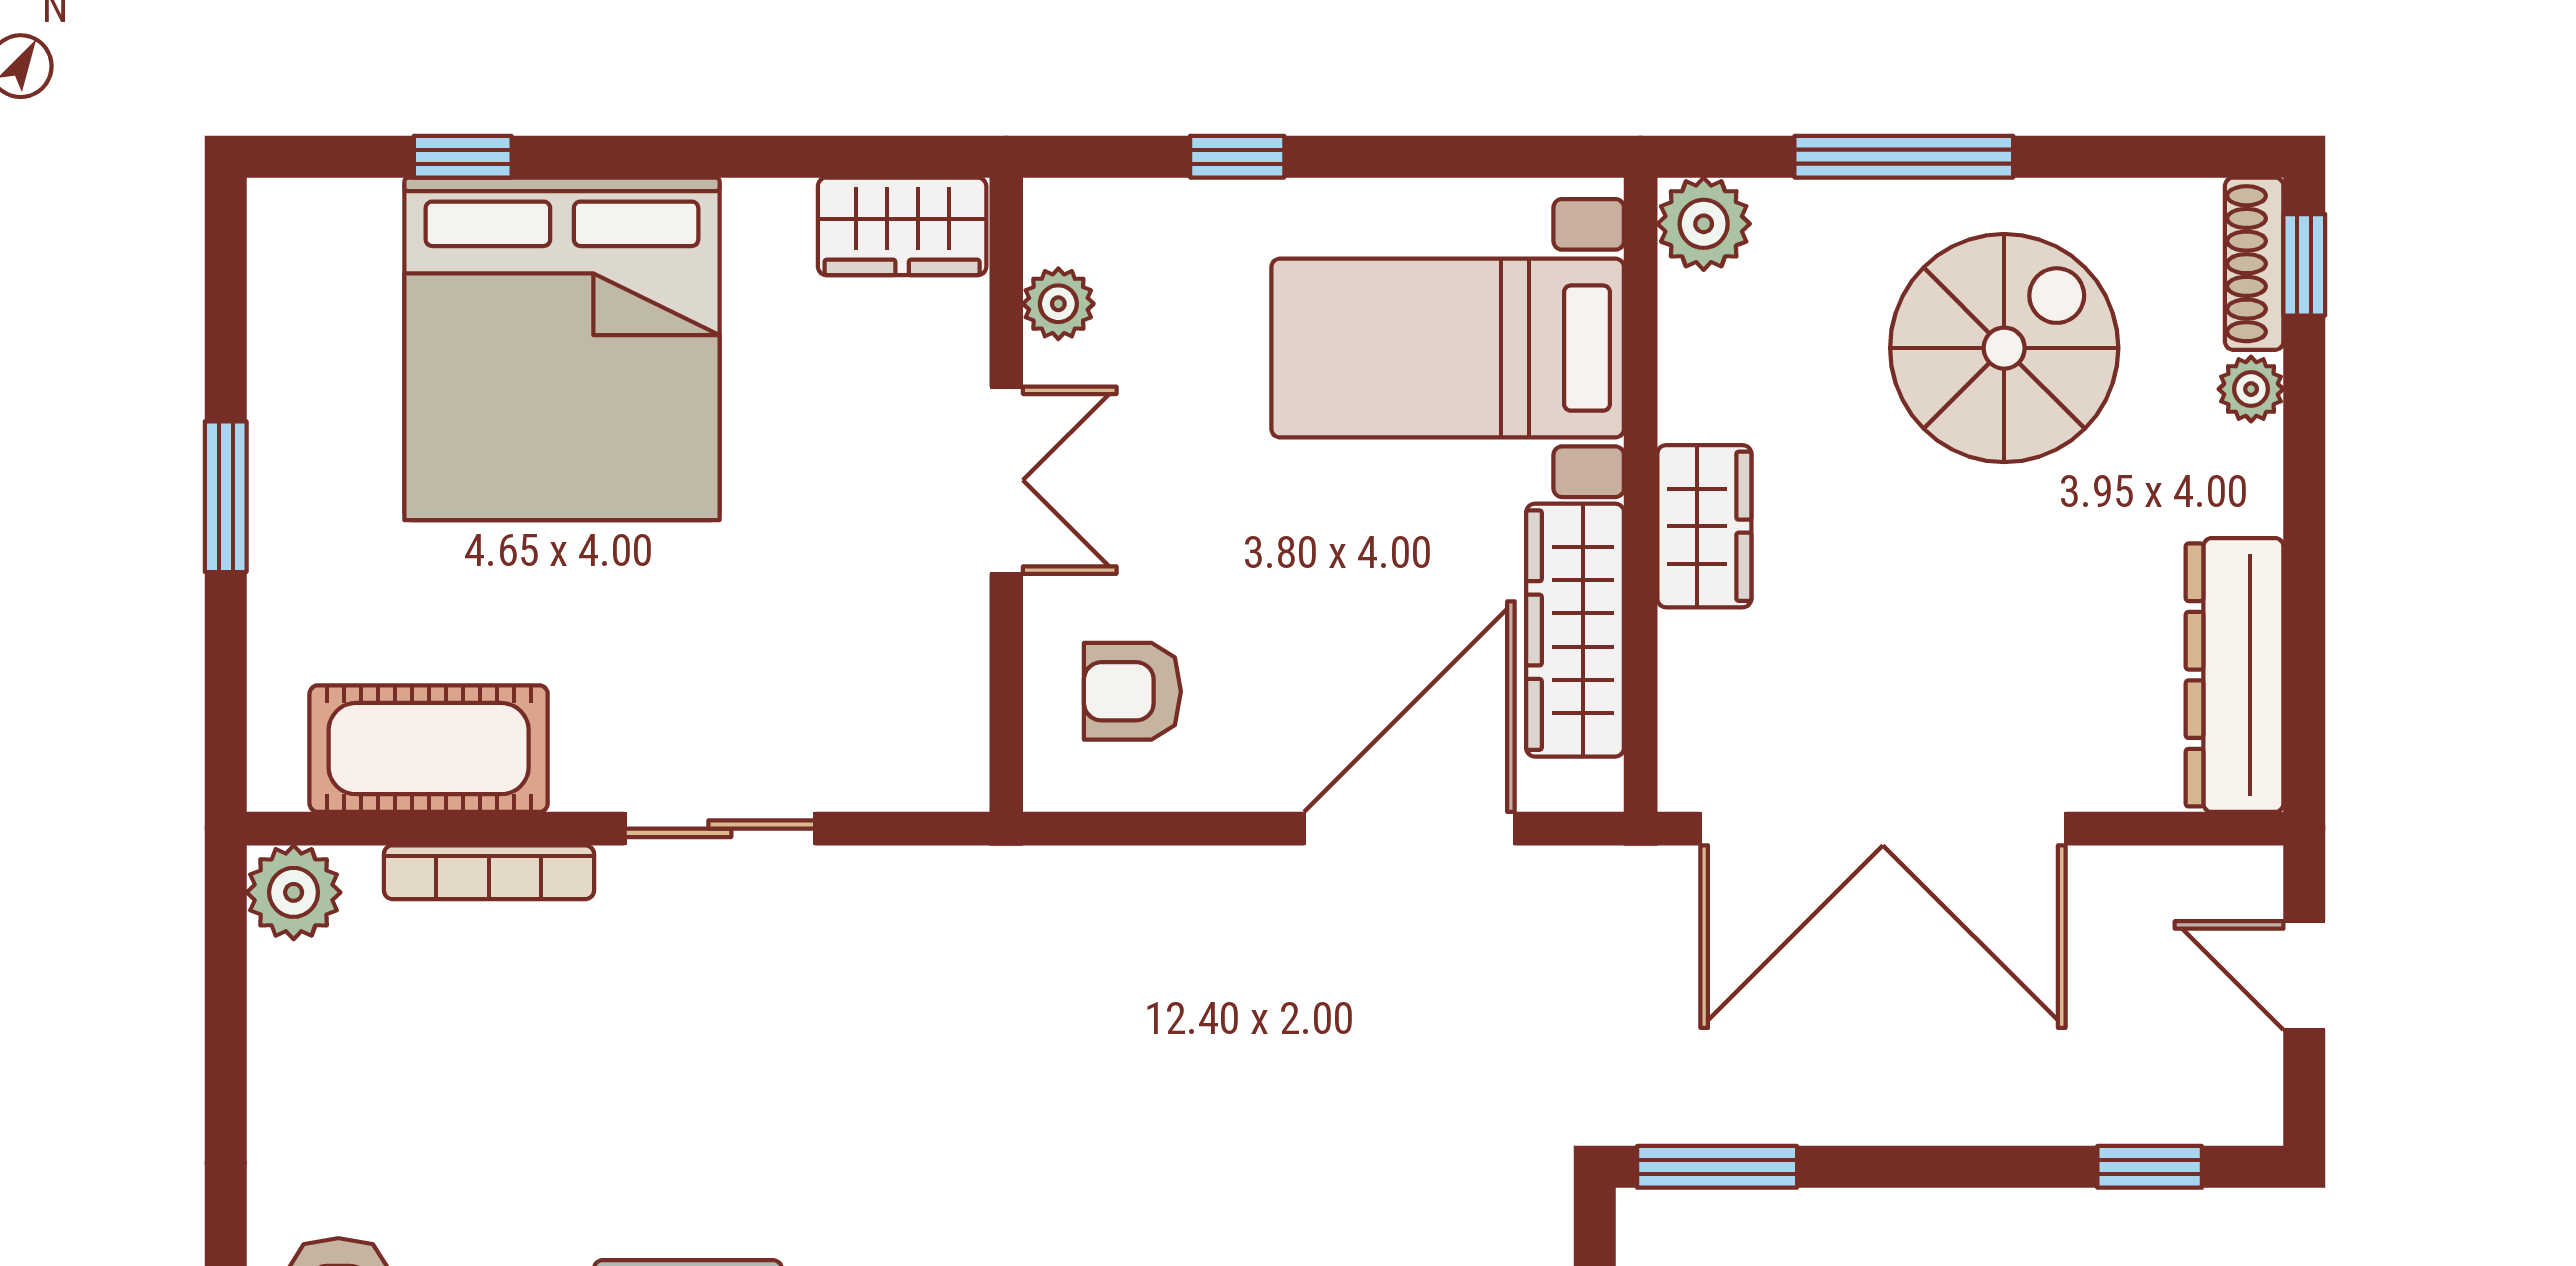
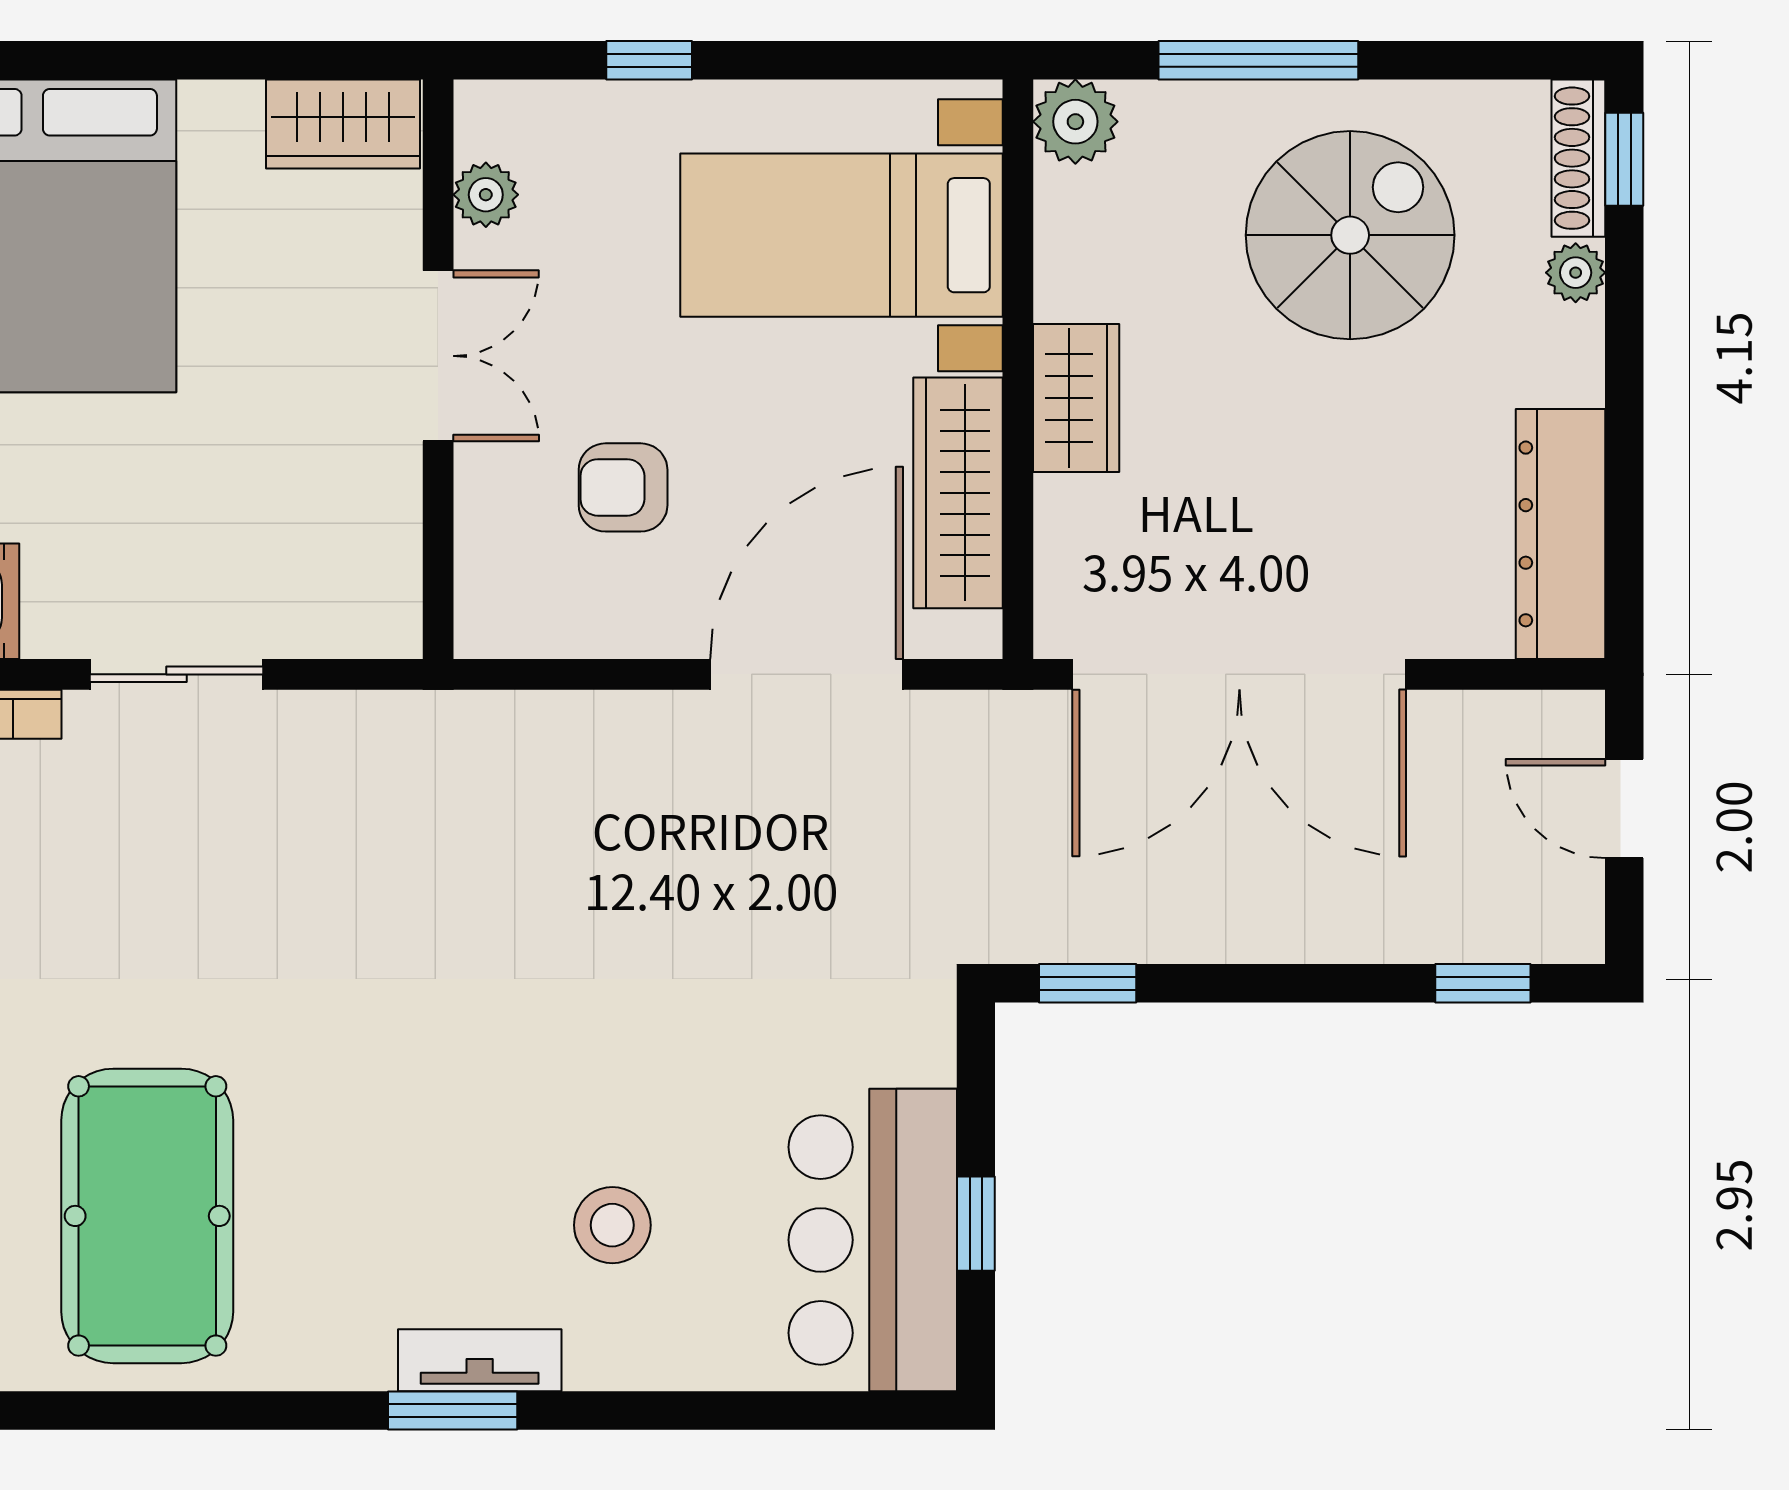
armchair: (1132, 691) -> (623, 487), moved
window: (1717, 1167) -> (1088, 983), width x0.67

